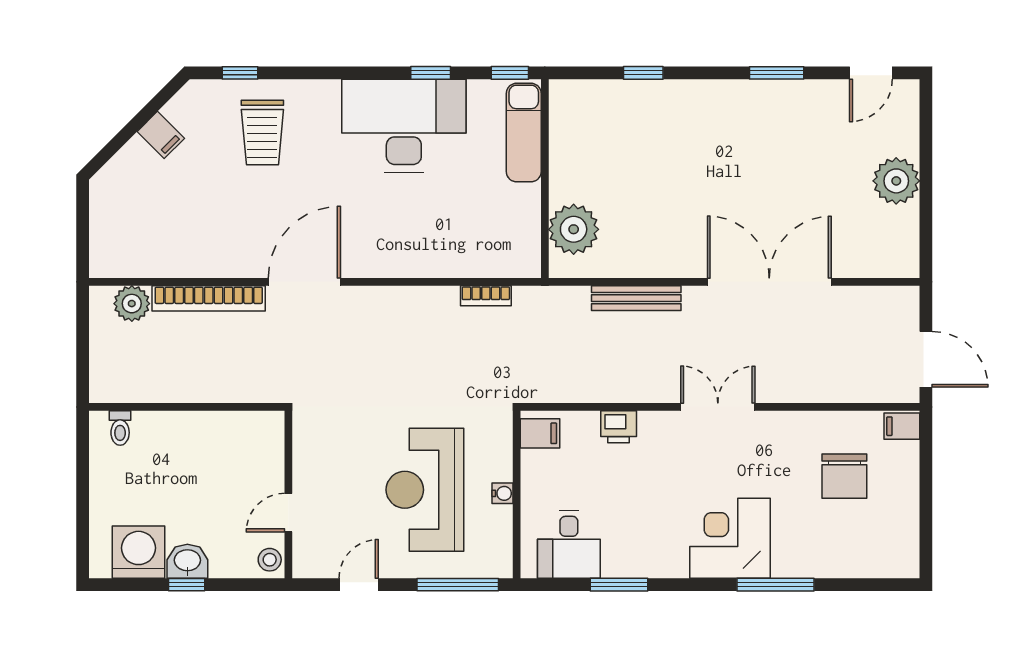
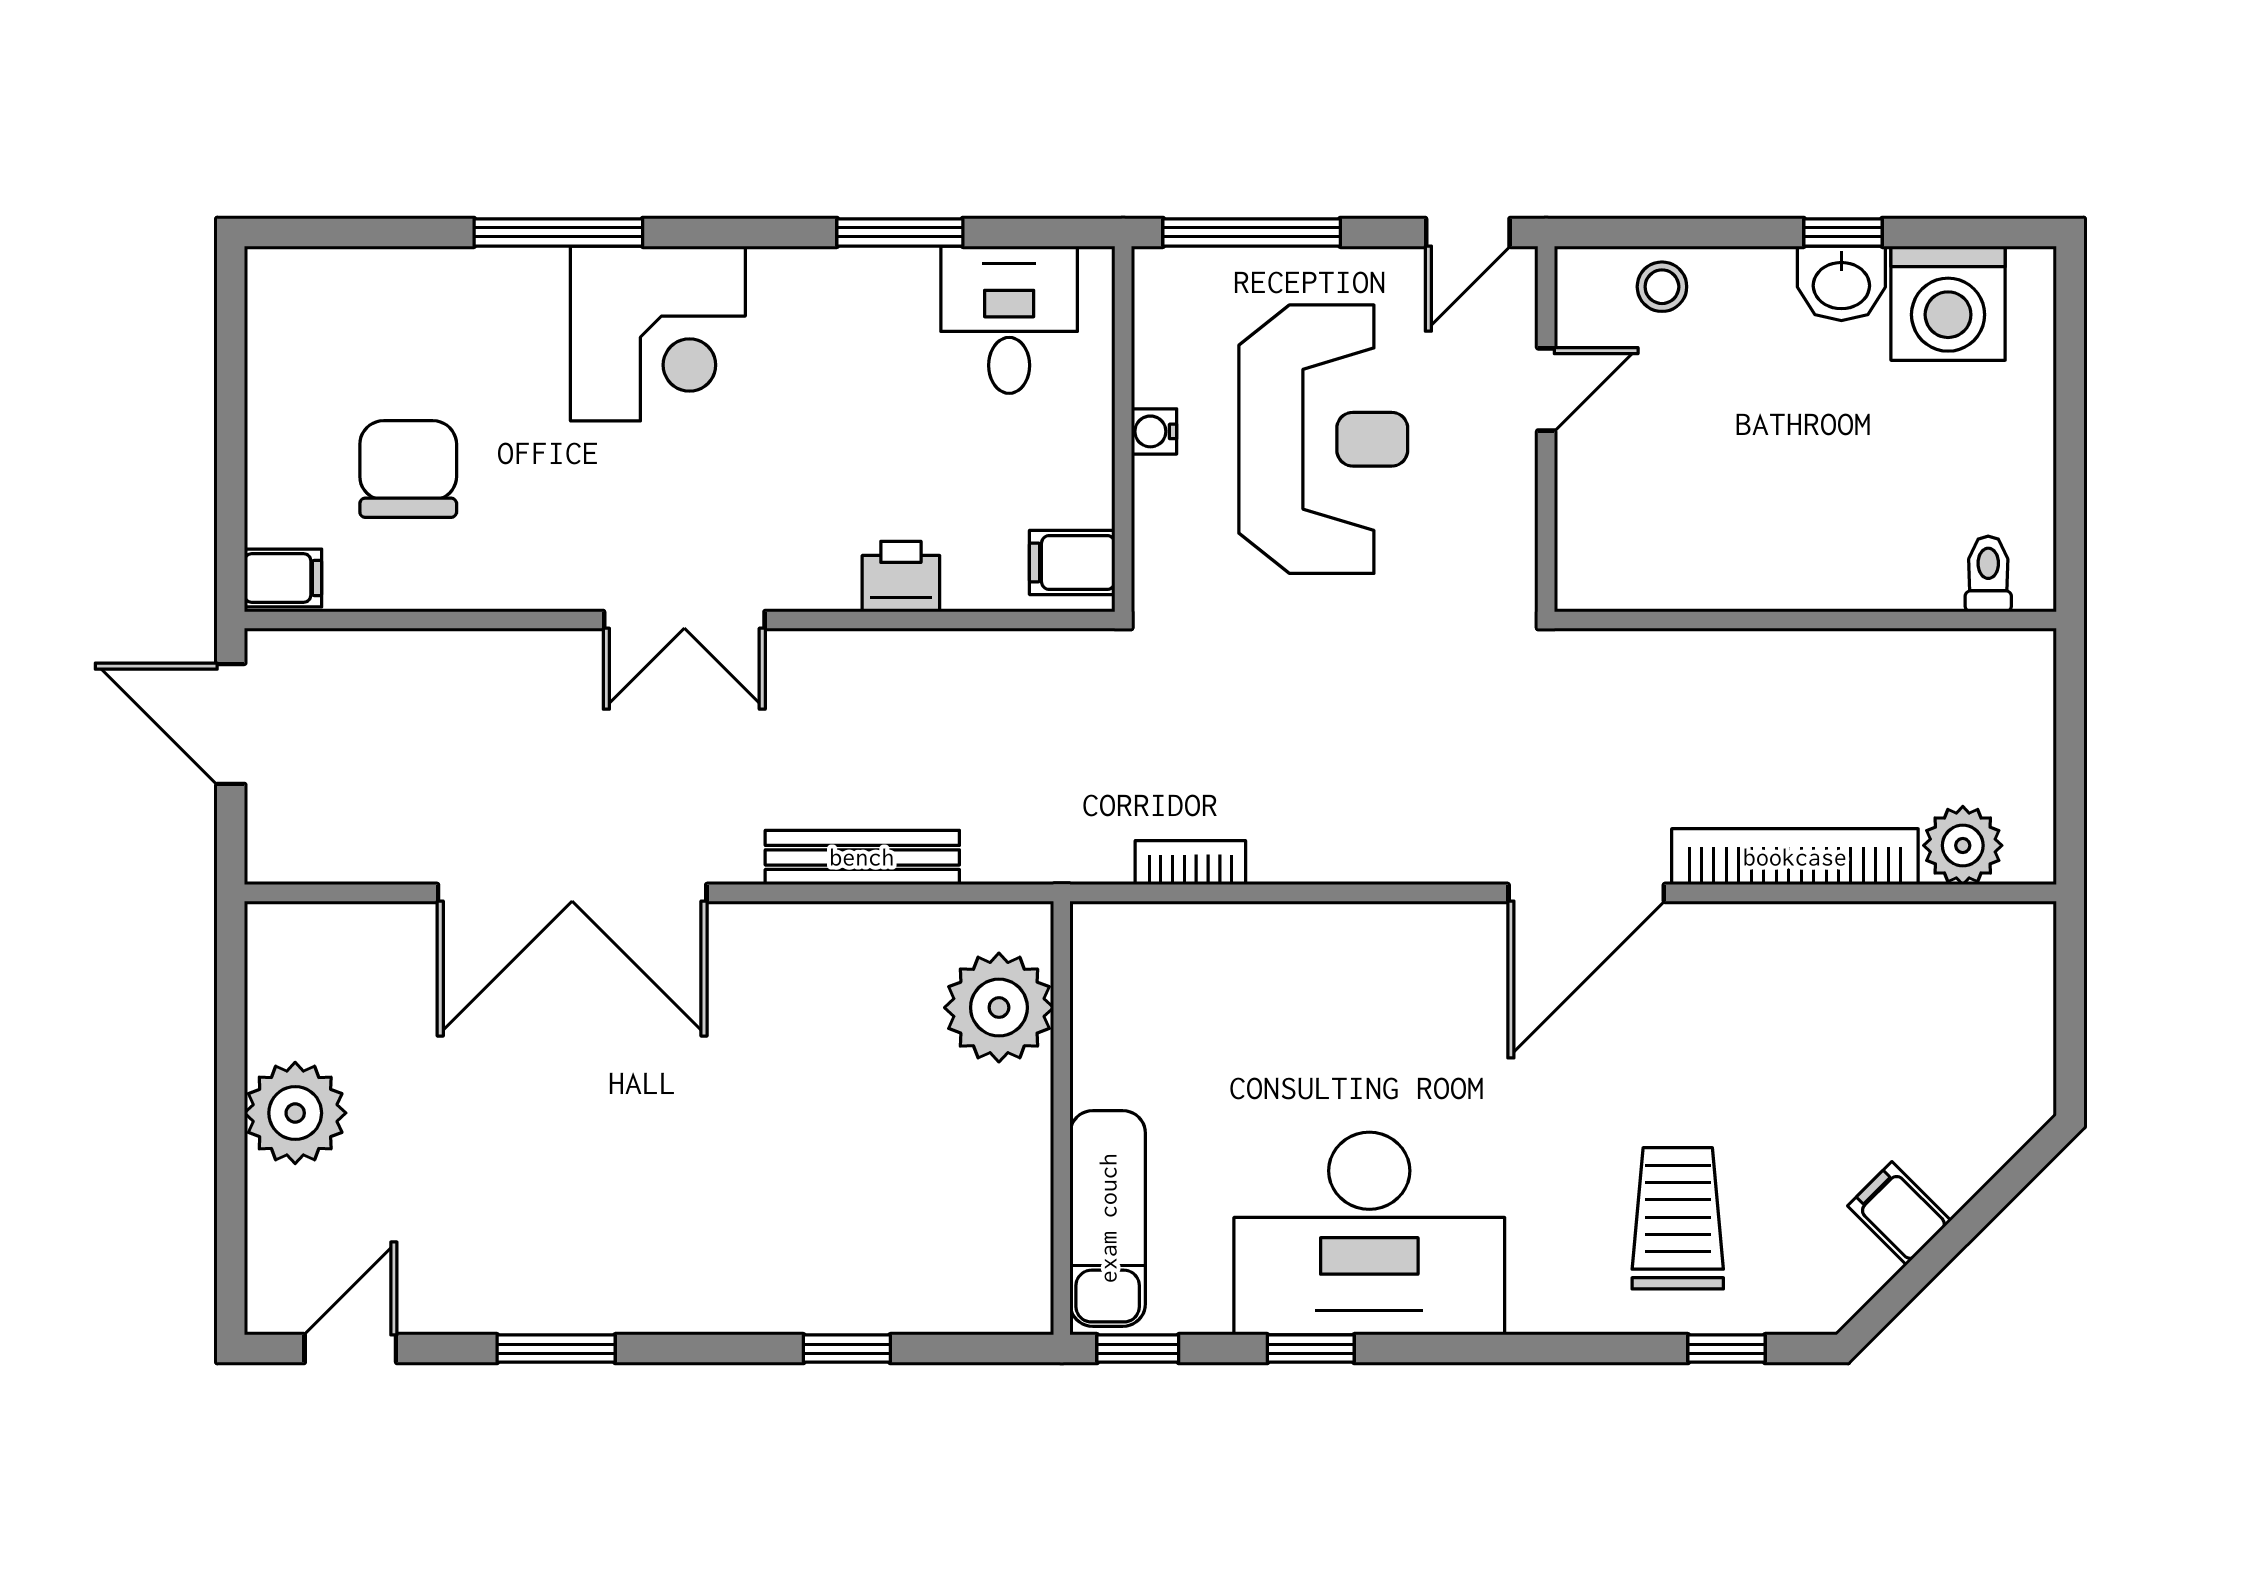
wall: (288, 495) -> (1546, 429), moved
door: (288, 513) -> (1546, 389), moved

